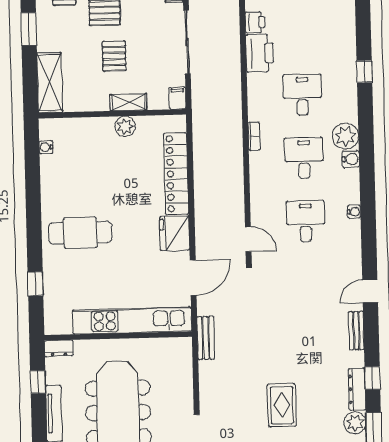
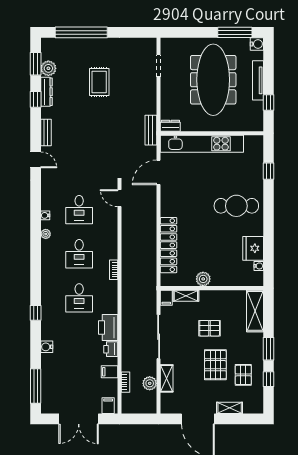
pallet: (114, 56) -> (210, 328), turned 90
shelving: (129, 102) -> (186, 296), moved
plant: (345, 136) -> (46, 234), moved, width x0.53, depth x0.53
water cooler: (351, 159) -> (47, 347), moved
fridge: (175, 233) -> (253, 248), moved, turned 180
door: (370, 291) -> (36, 160), hinge flipped
dresser: (59, 348) -> (170, 126), moved

